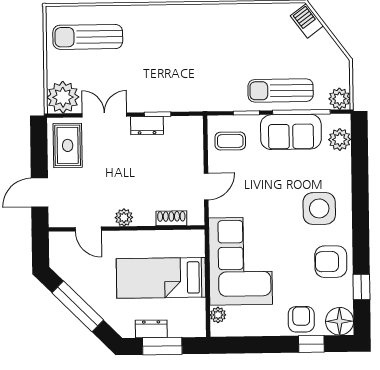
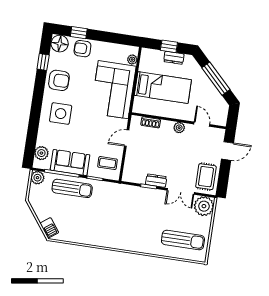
armchair: (301, 319) -> (82, 49), turned 90
window: (162, 346) -> (169, 46), width x0.67

